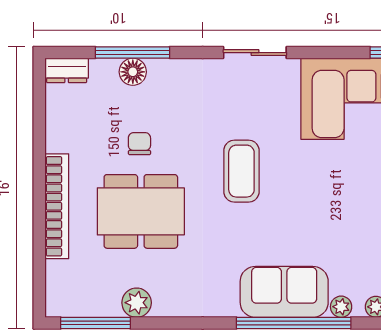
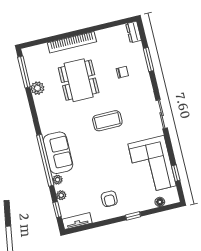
window: (133, 53) -> (148, 60), width x0.69
floor lamp: (133, 72) -> (140, 62), removed
chair: (139, 144) -> (122, 72), moved

